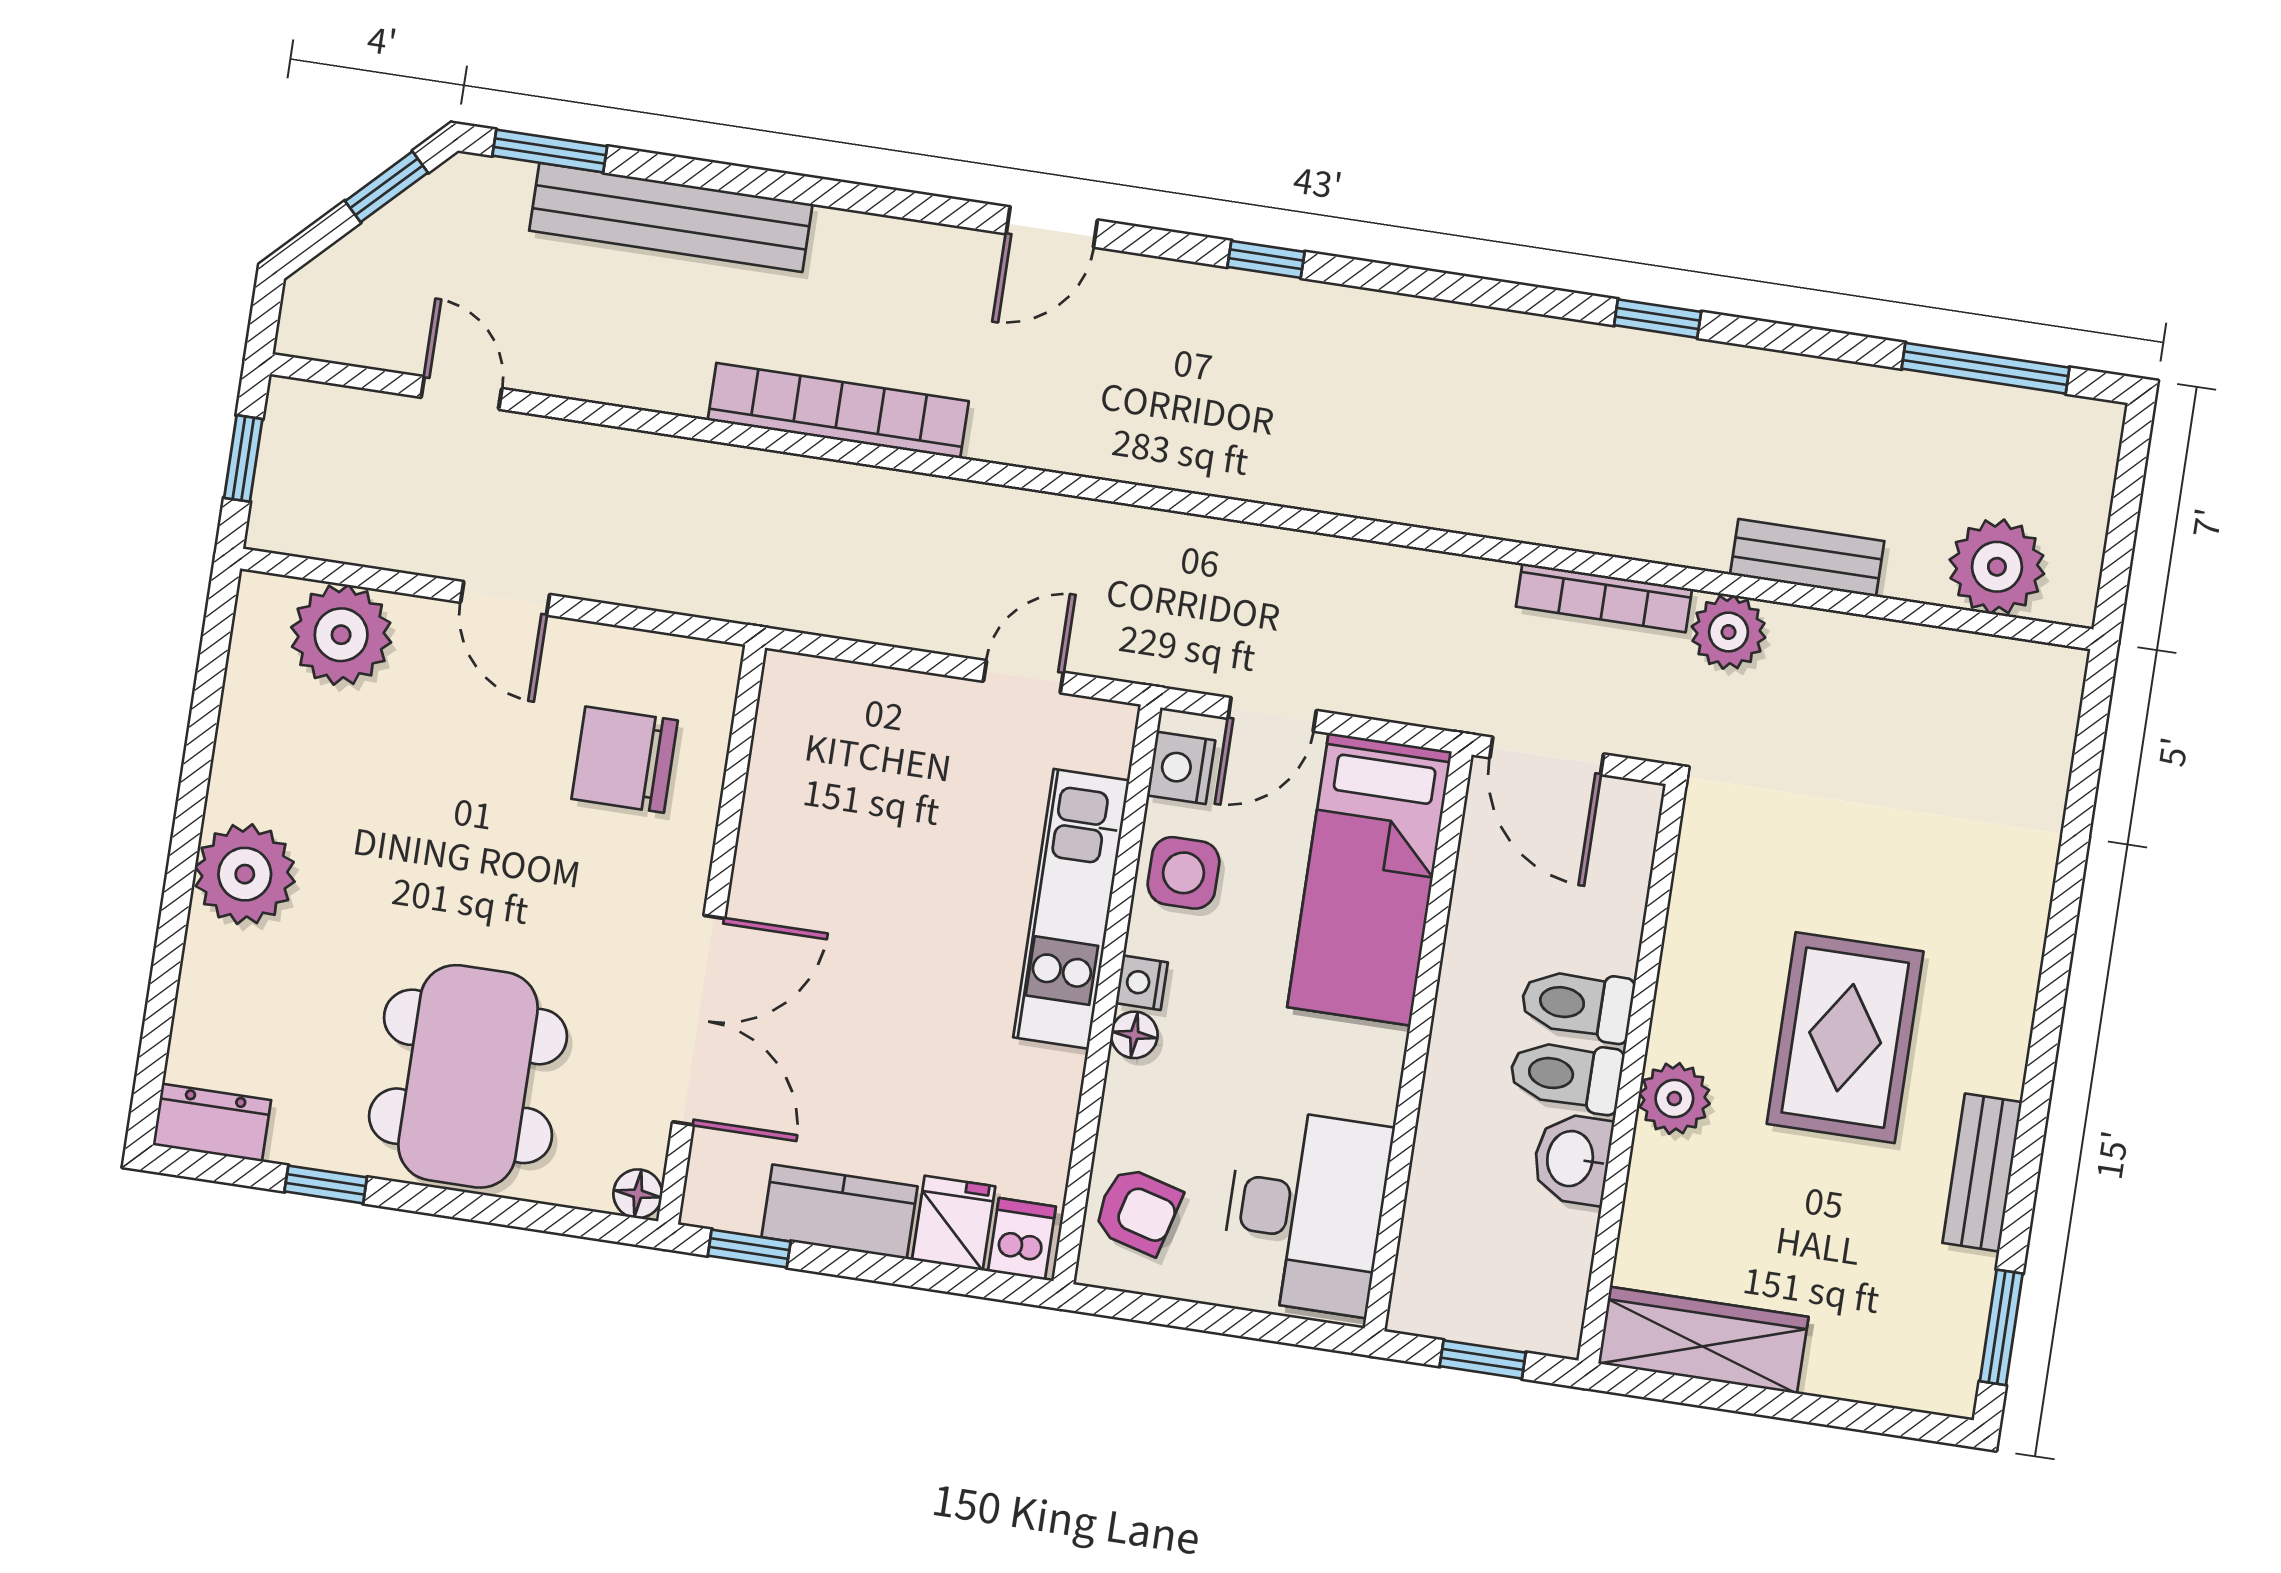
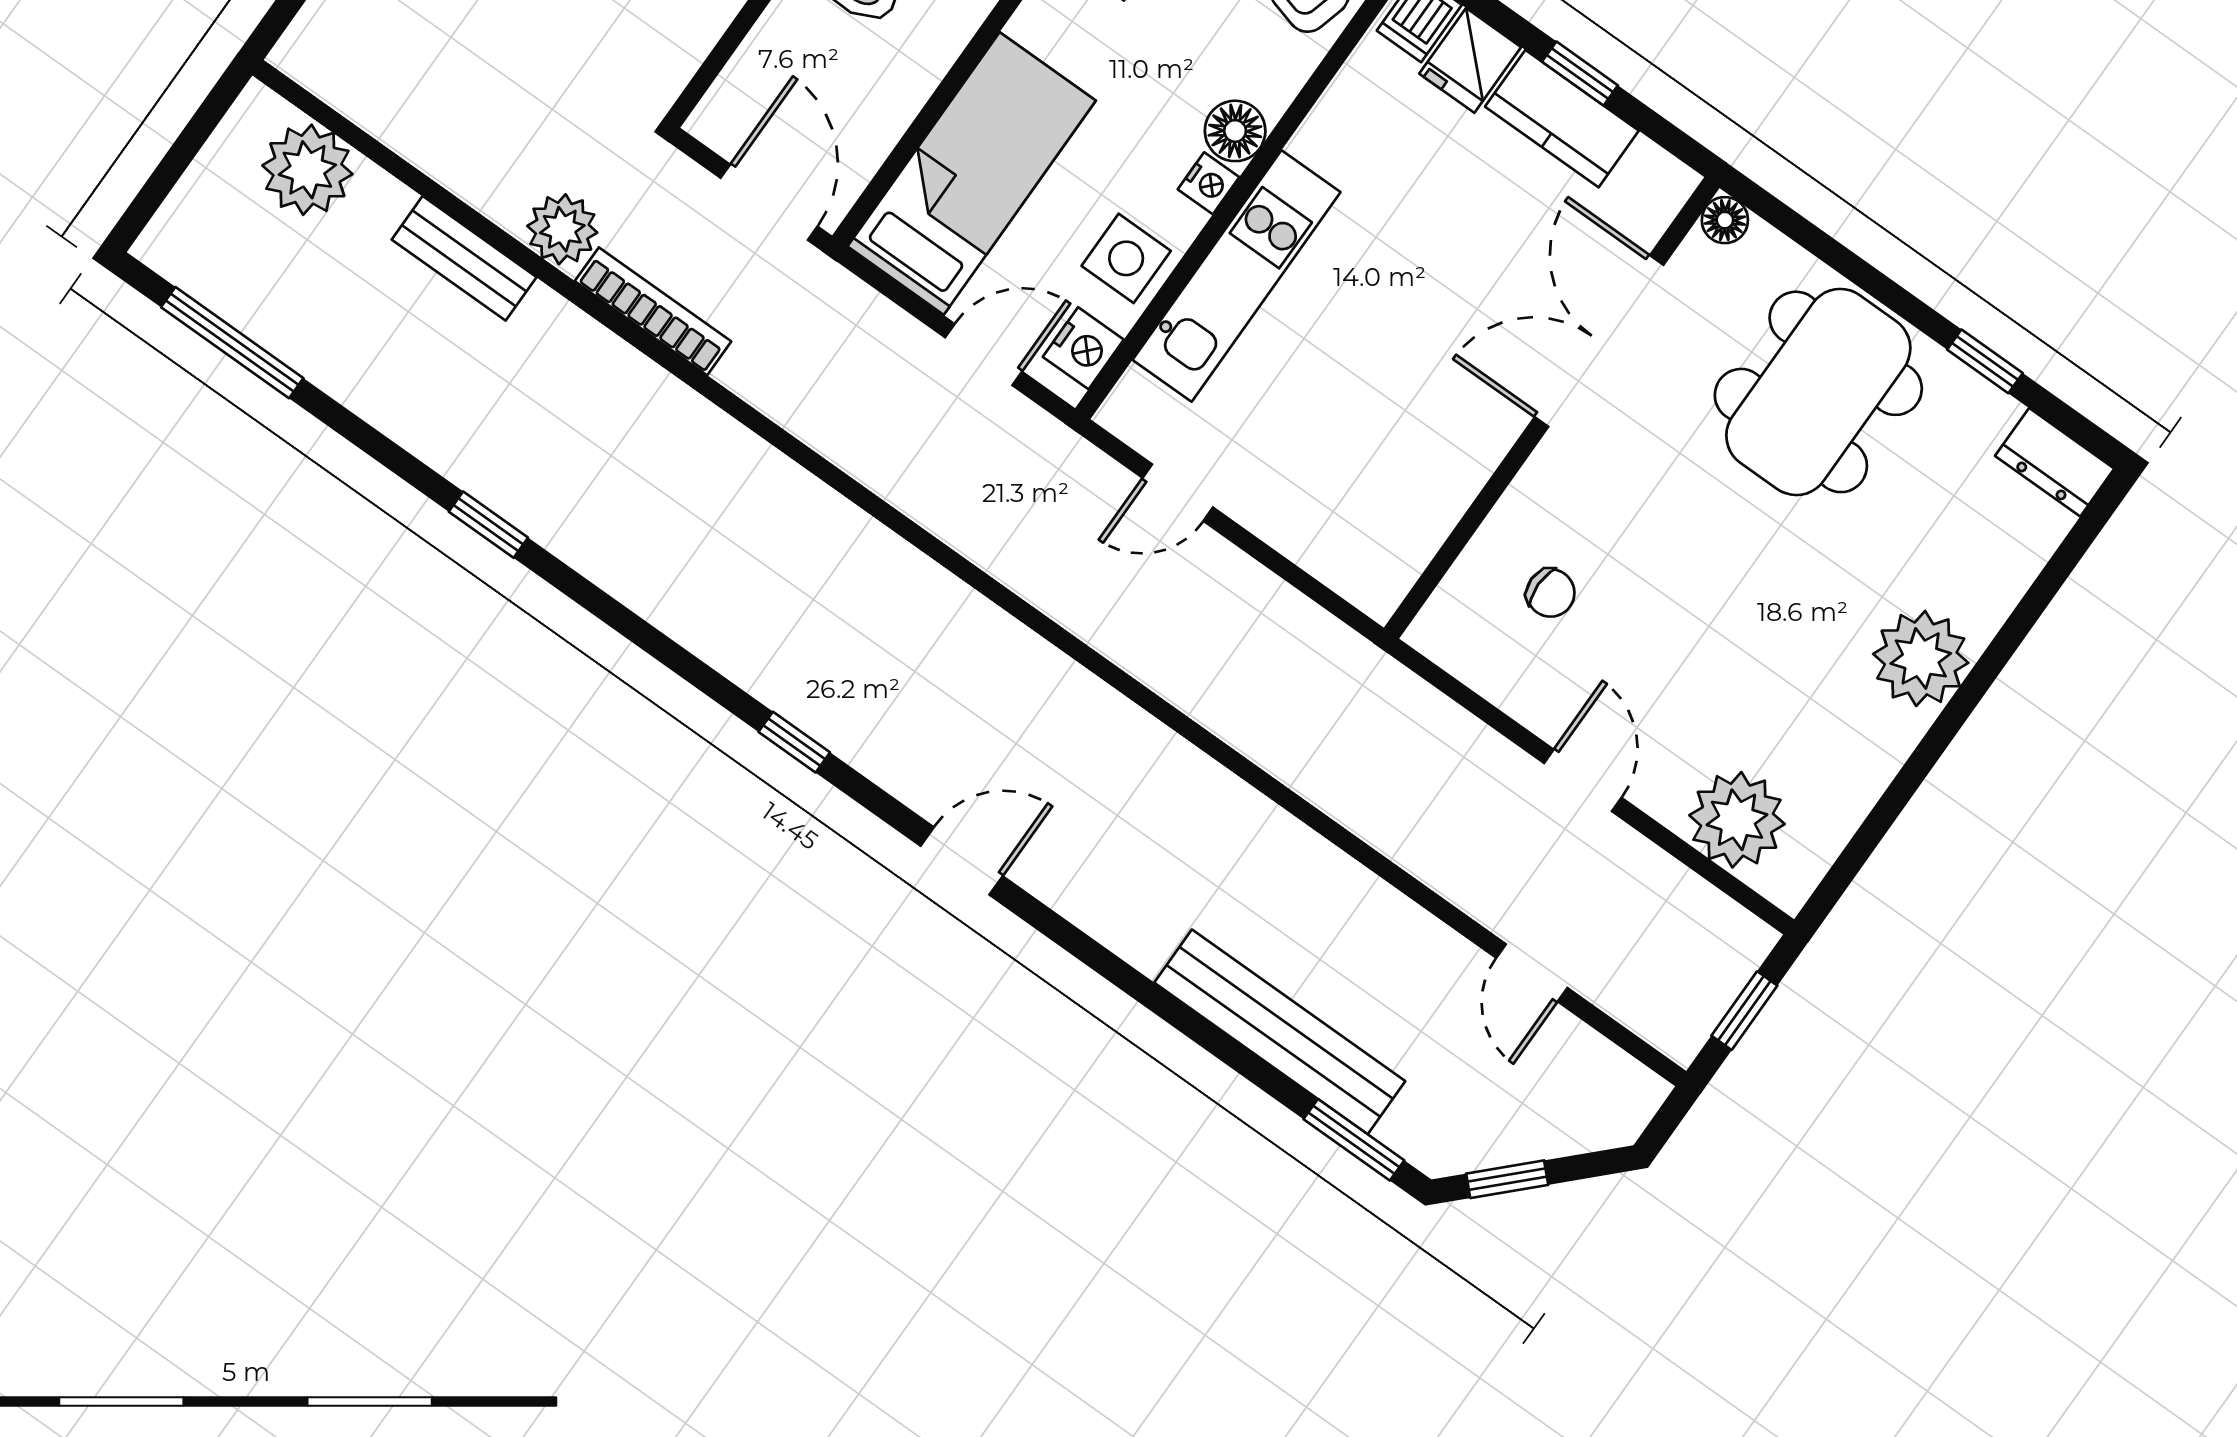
bookcase: (838, 411) -> (1221, 797), removed
chair: (625, 760) -> (1551, 593), width x0.54, depth x0.54
floor lamp: (1134, 1035) -> (1235, 131), width x1.37, depth x1.37
window: (749, 1249) -> (1580, 74), moved

